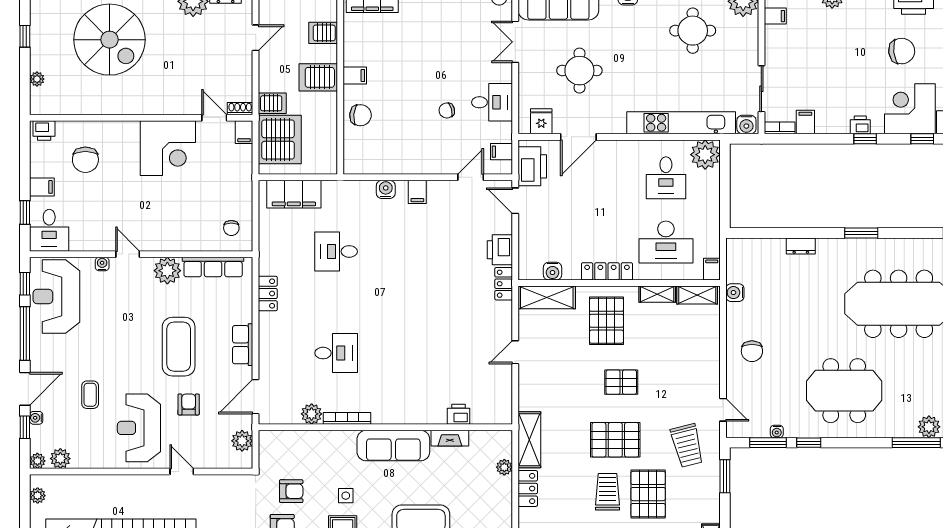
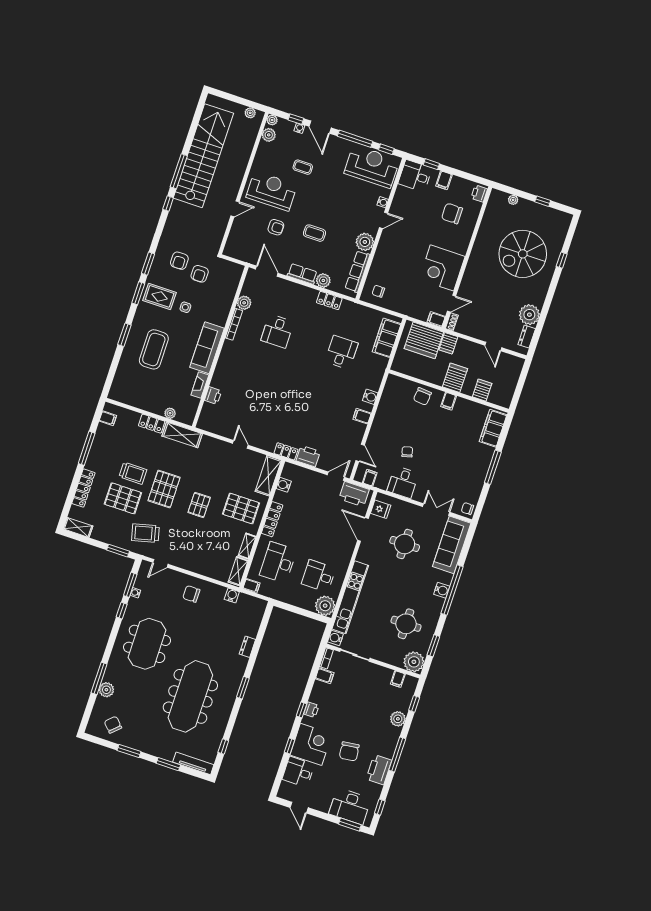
coffee table: (179, 347) -> (314, 233), width x0.54, depth x0.58
plant: (242, 441) -> (323, 280), moved

